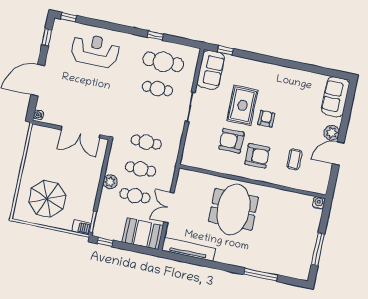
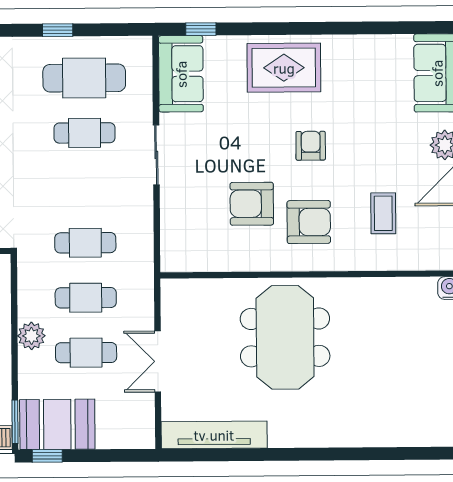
rug: (242, 105) -> (284, 68), moved, turned 90
booth: (143, 234) -> (57, 424), moved
window: (261, 275) -> (366, 454), removed

